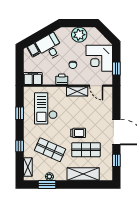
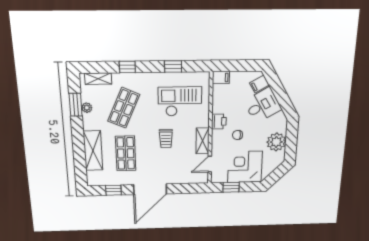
filing cabinet: (33, 79) -> (221, 78), width x0.50
trolley: (78, 133) -> (166, 139), moved

